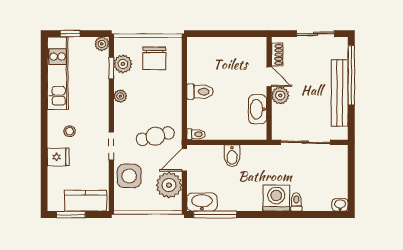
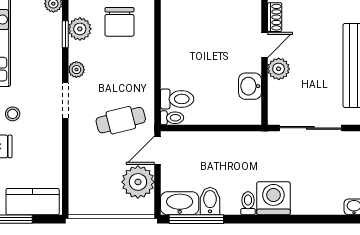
door: (269, 77) -> (264, 45), hinge flipped
toilet: (200, 92) -> (177, 99), moved
washbasin: (258, 109) -> (250, 86), width x0.72
doorway: (111, 146) -> (65, 100), moved
bidet: (232, 156) -> (210, 201), moved, turned 180
side table: (129, 176) -> (88, 170), removed
toilet: (296, 202) -> (248, 203), moved

